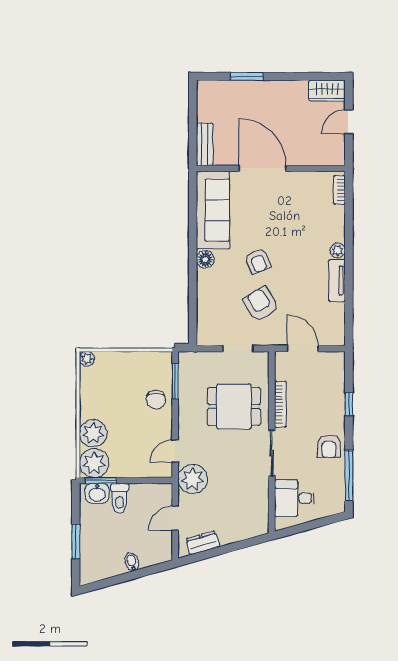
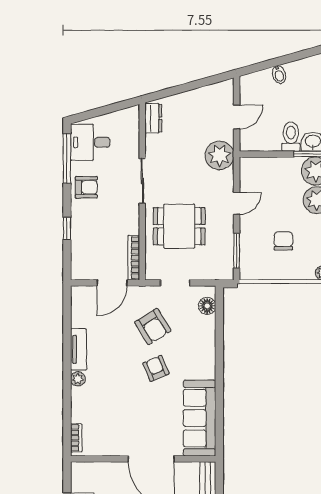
floor lamp: (205, 259) -> (207, 306), moved
door: (303, 349) -> (112, 283), hinge flipped
chair: (156, 400) -> (283, 241), moved
bookcase: (280, 404) -> (134, 258), moved
armchair: (329, 446) -> (86, 187), turned 90
door: (175, 451) -> (237, 203), moved
desk: (295, 498) -> (90, 142), moved, turned 180
dresser: (203, 543) -> (153, 118), moved, turned -74

